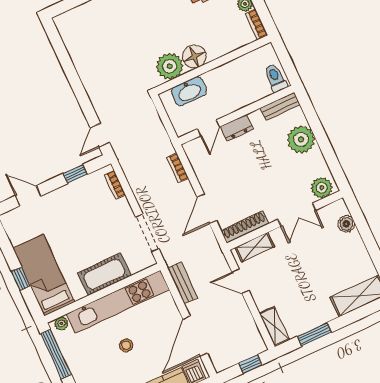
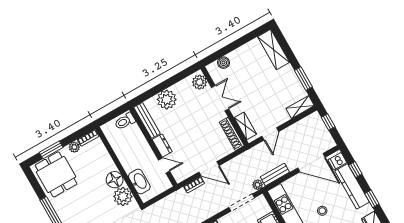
bench: (280, 106) -> (147, 120), width x1.36
door: (207, 209) -> (209, 169), moved
plant: (170, 257) -> (258, 185), added

